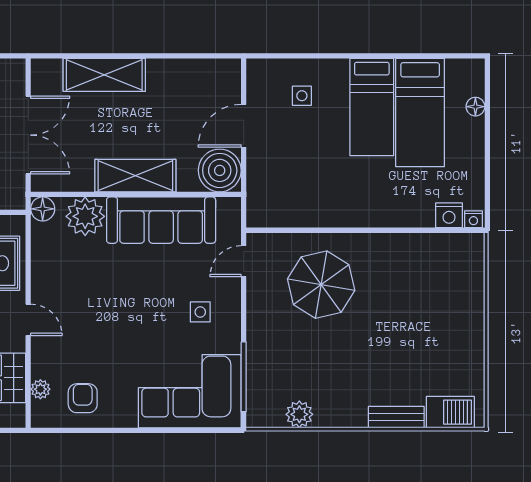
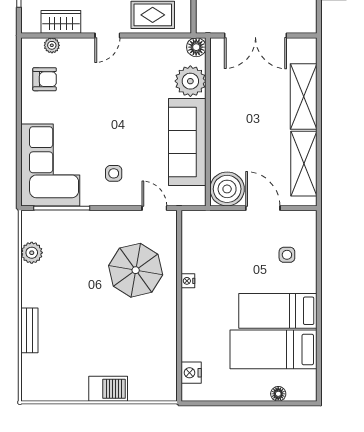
shelving: (135, 176) -> (304, 164), moved
nightstand: (473, 219) -> (188, 281), moved
barbecue: (450, 412) -> (108, 389), moved, turned -90

